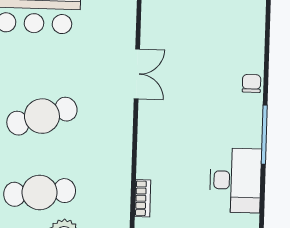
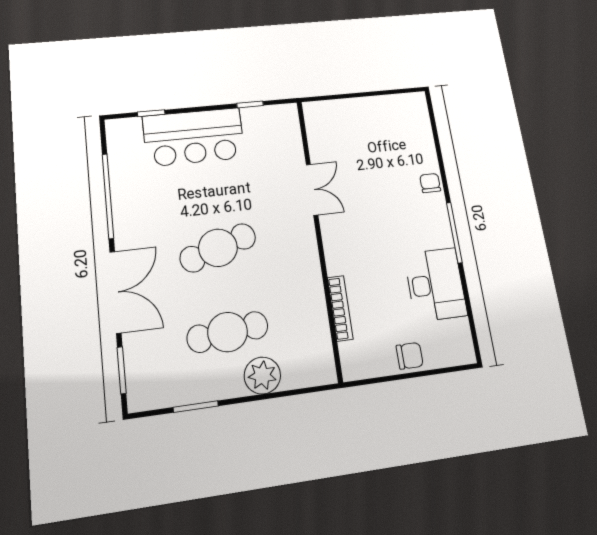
bookcase: (143, 198) -> (340, 308), width x1.56

